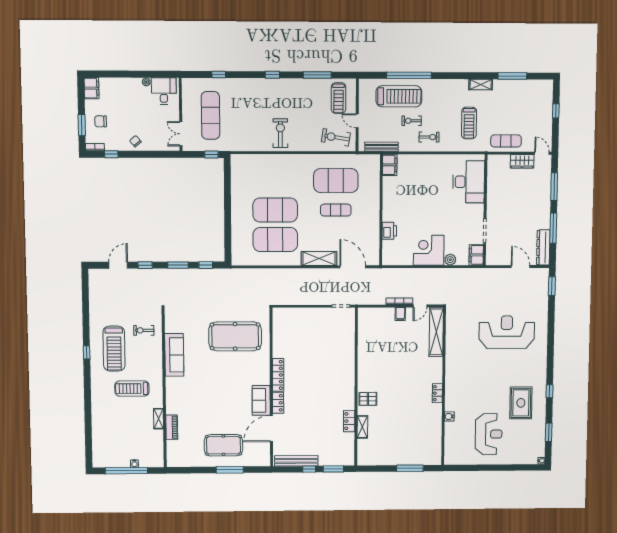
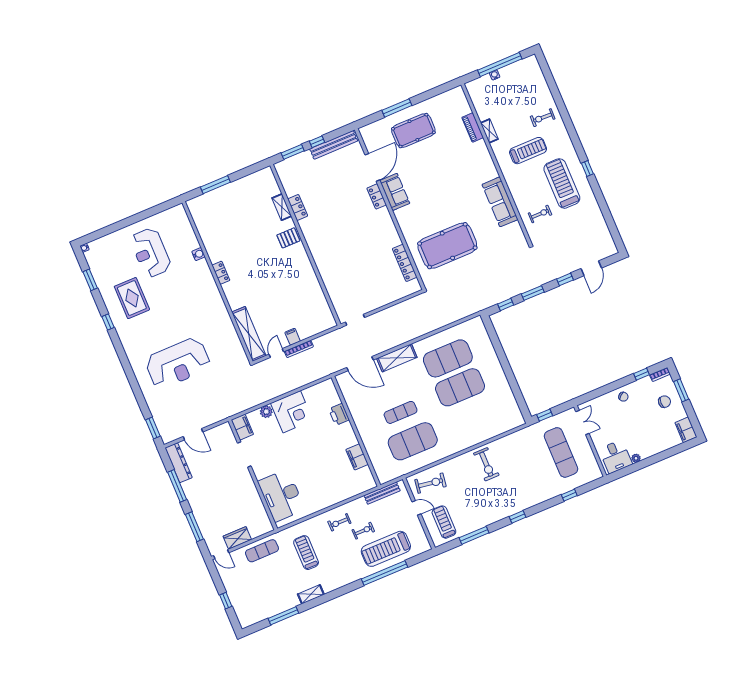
filing cabinet: (390, 165) -> (357, 457), moved
locker: (278, 375) -> (405, 263), moved
exercise bike: (108, 411) -> (543, 118), added

